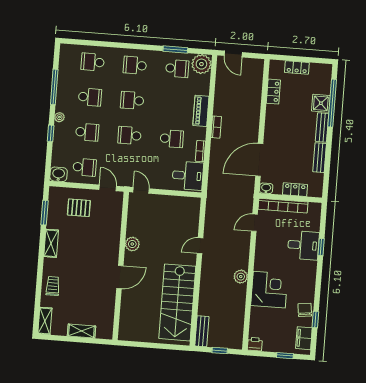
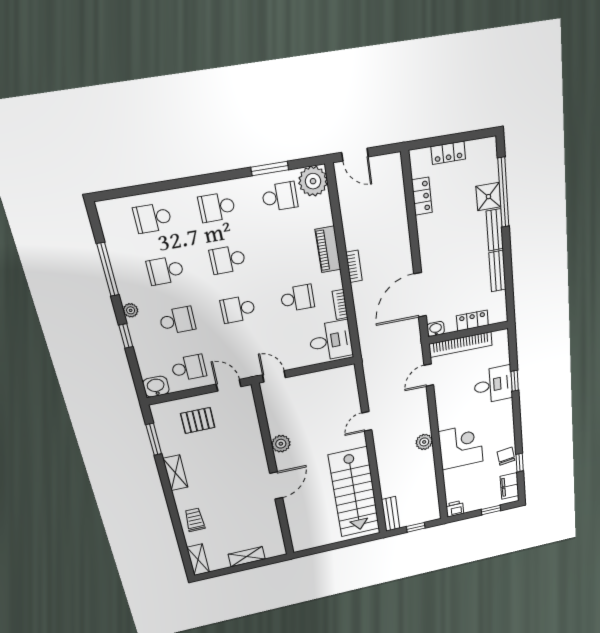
school desk: (90, 97) -> (165, 271), turned 180

